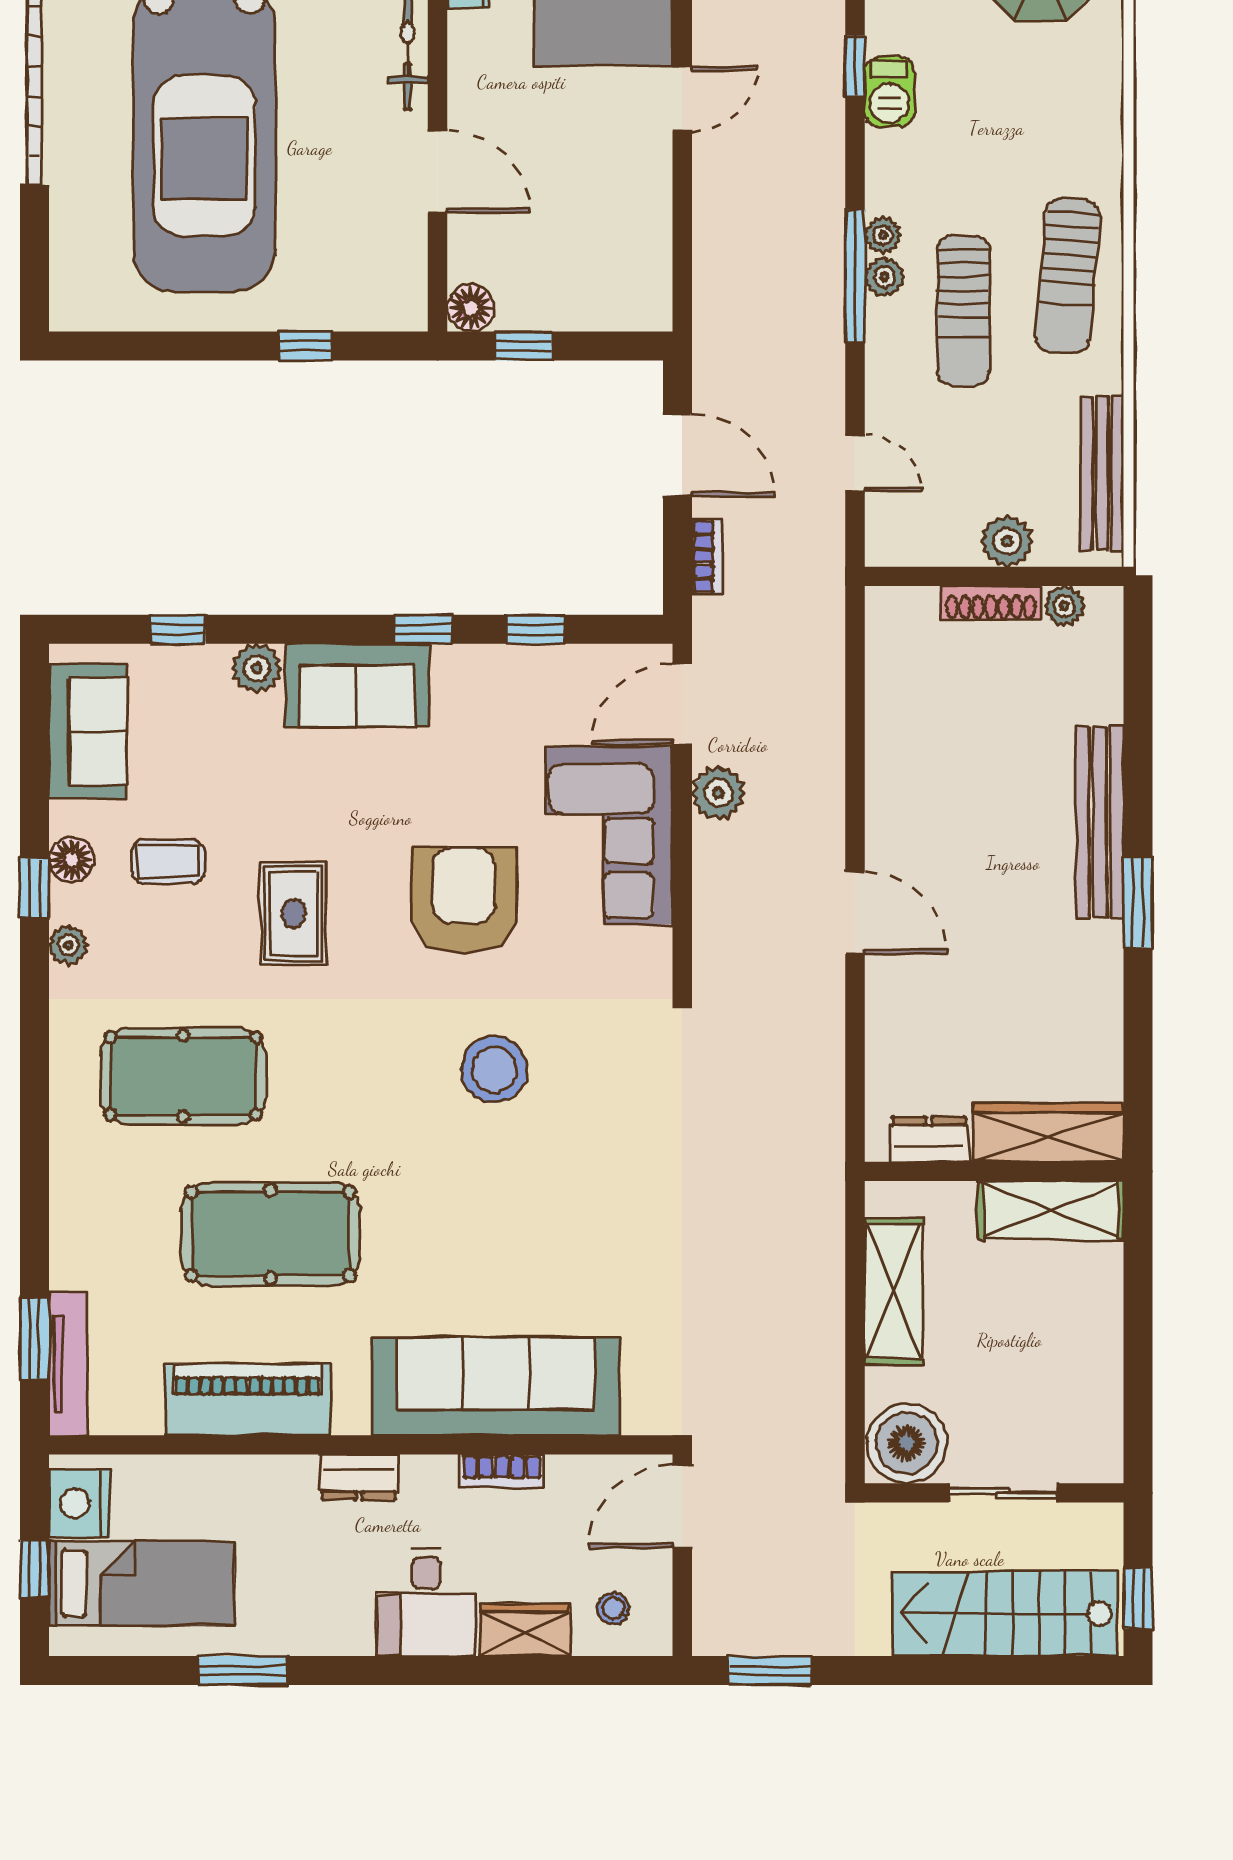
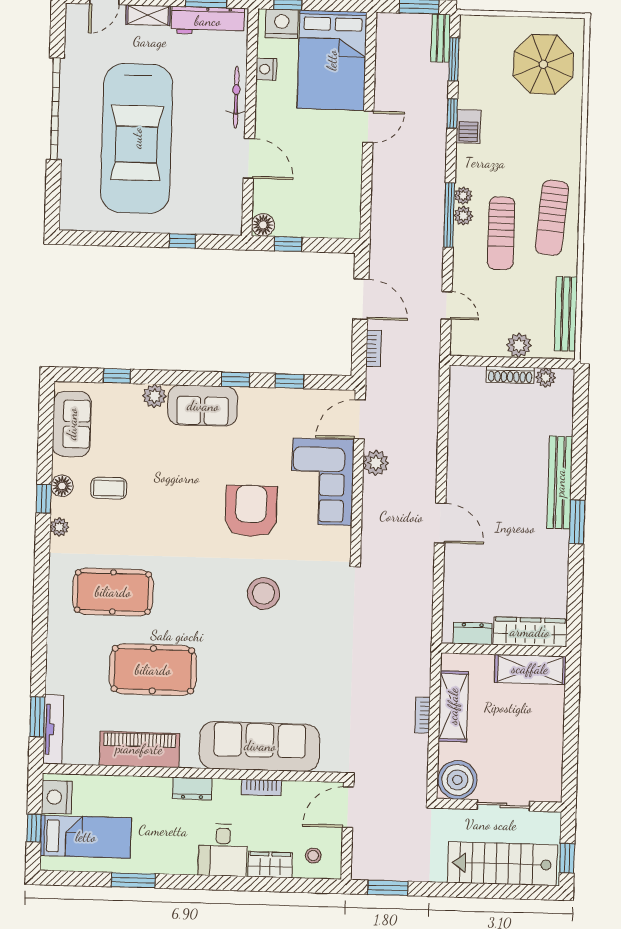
rug: (293, 913) -> (169, 515), removed
bookcase: (831, 1311) -> (423, 715), added

